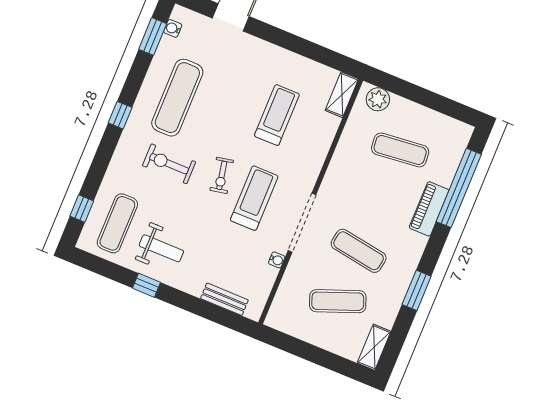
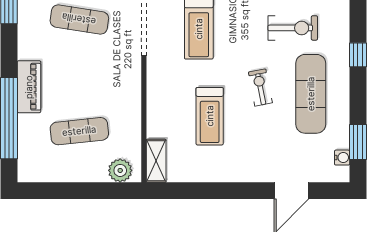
exercise bike: (222, 175) -> (260, 87), moved

